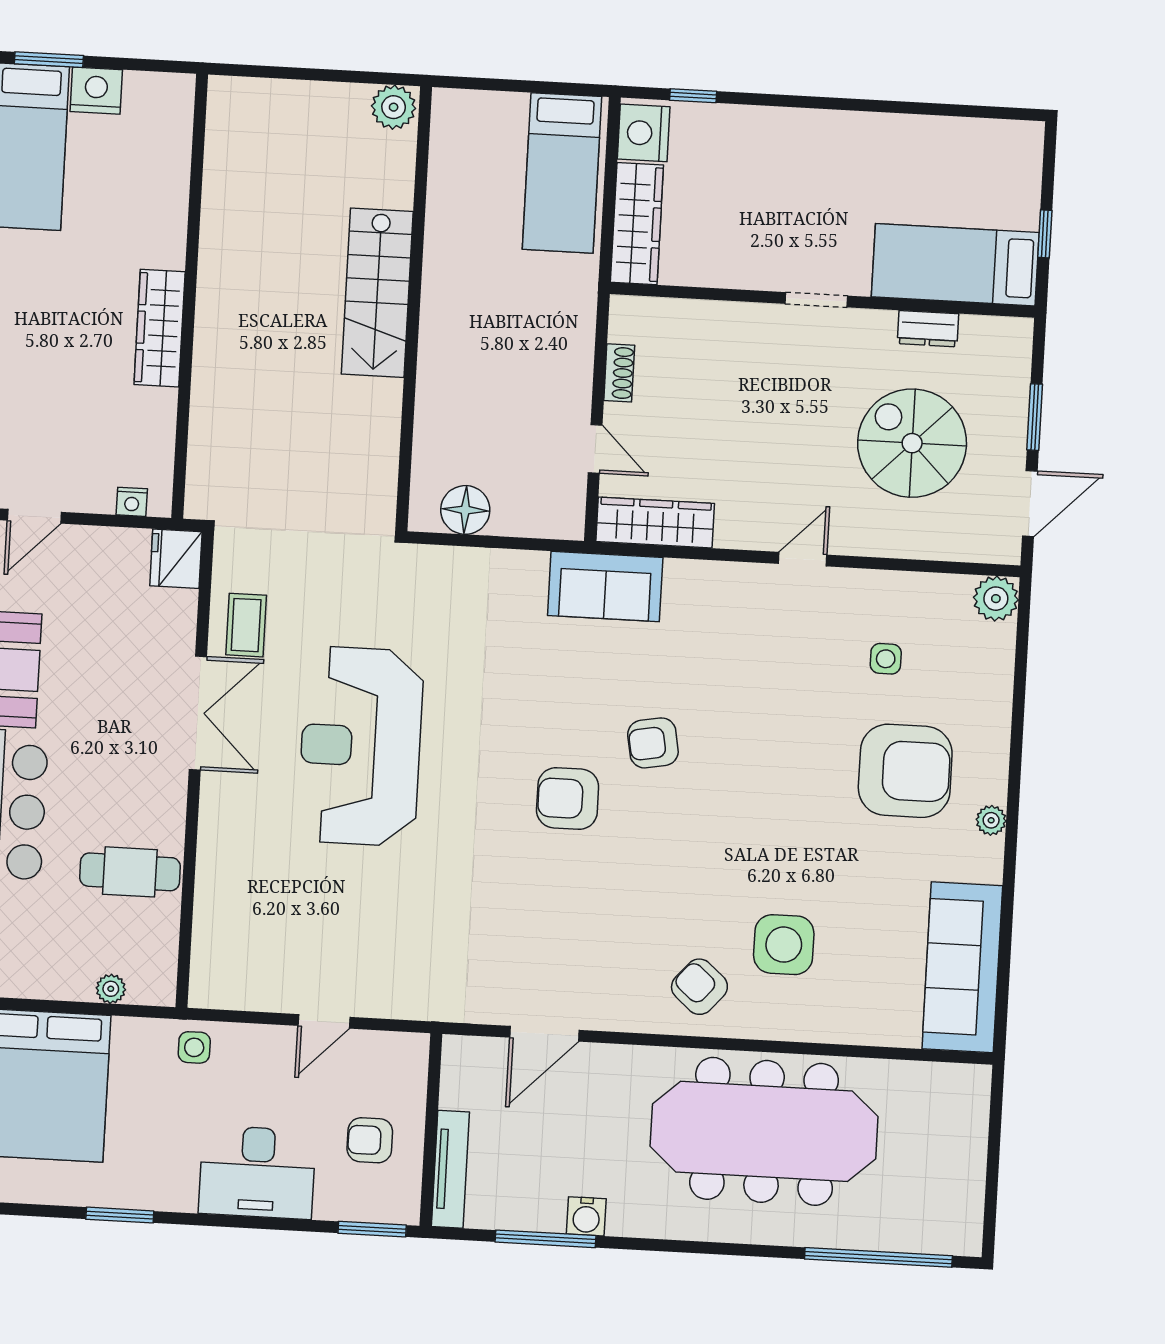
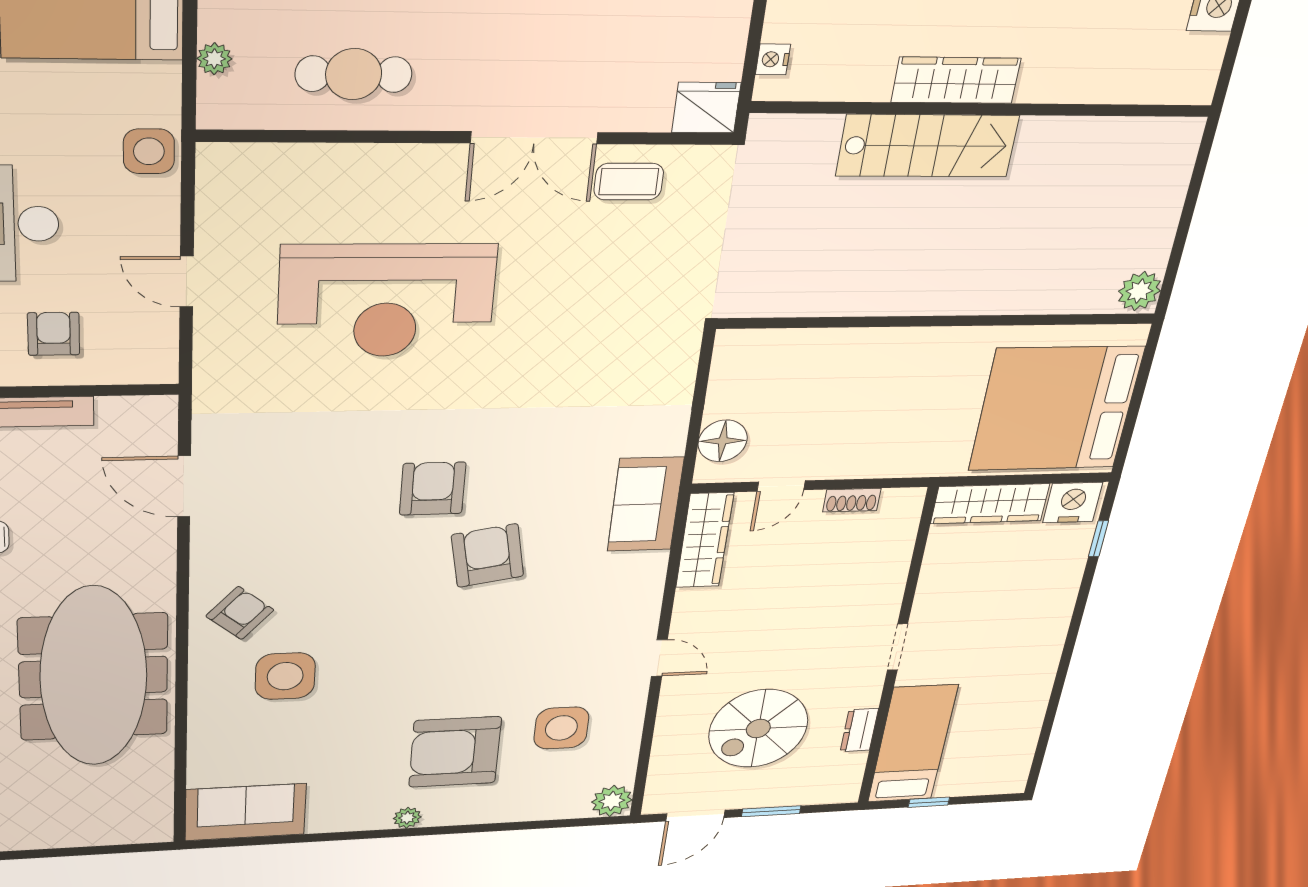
bed: (562, 173) -> (1056, 409), width x2.04
stairs: (377, 293) -> (928, 146), moved, turned 180
spiral stairs: (912, 443) -> (758, 728), turned 180
door: (1030, 503) -> (695, 816), hinge flipped
floor lamp: (465, 510) -> (723, 441), moved
side table: (886, 659) -> (561, 728), width x1.87, depth x1.87
armchair: (653, 743) -> (488, 556), width x1.38, depth x1.38
reception desk: (361, 746) -> (387, 301), moved, turned 180
armchair: (905, 771) -> (455, 752), turned 90
cafe table: (130, 872) -> (354, 74), turned 90
sofa: (962, 967) -> (246, 812), width x0.73
side table: (194, 1047) -> (149, 151), width x1.37, depth x1.37

